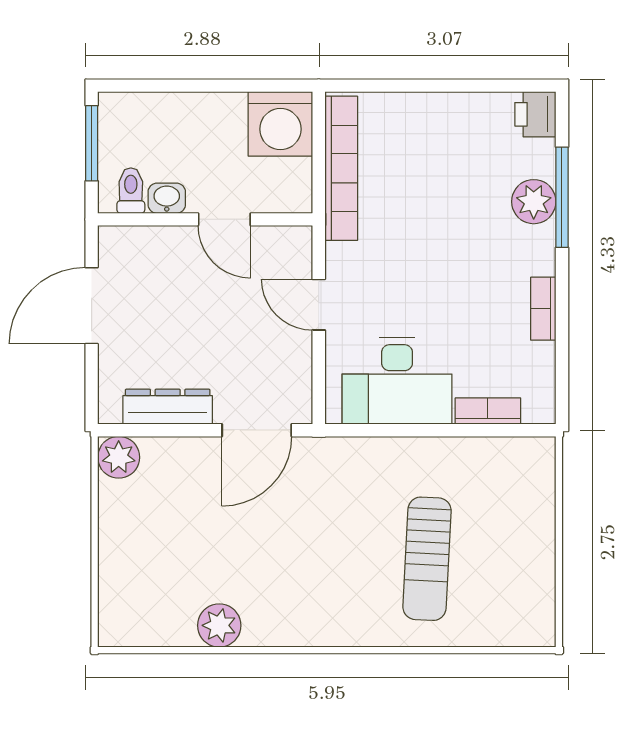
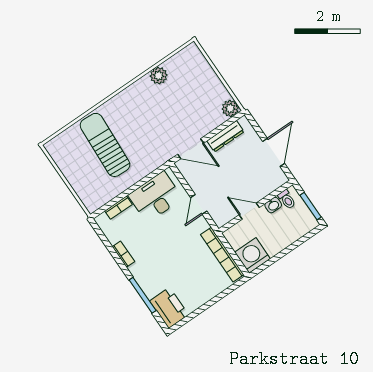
printer: (535, 114) -> (169, 308), width x1.87, depth x1.48
plant: (534, 202) -> (151, 287), removed
door: (319, 305) -> (199, 204), swing flipped
door: (257, 430) -> (191, 149), swing flipped
sun lounger: (427, 559) -> (105, 145), width x1.36, depth x1.34

